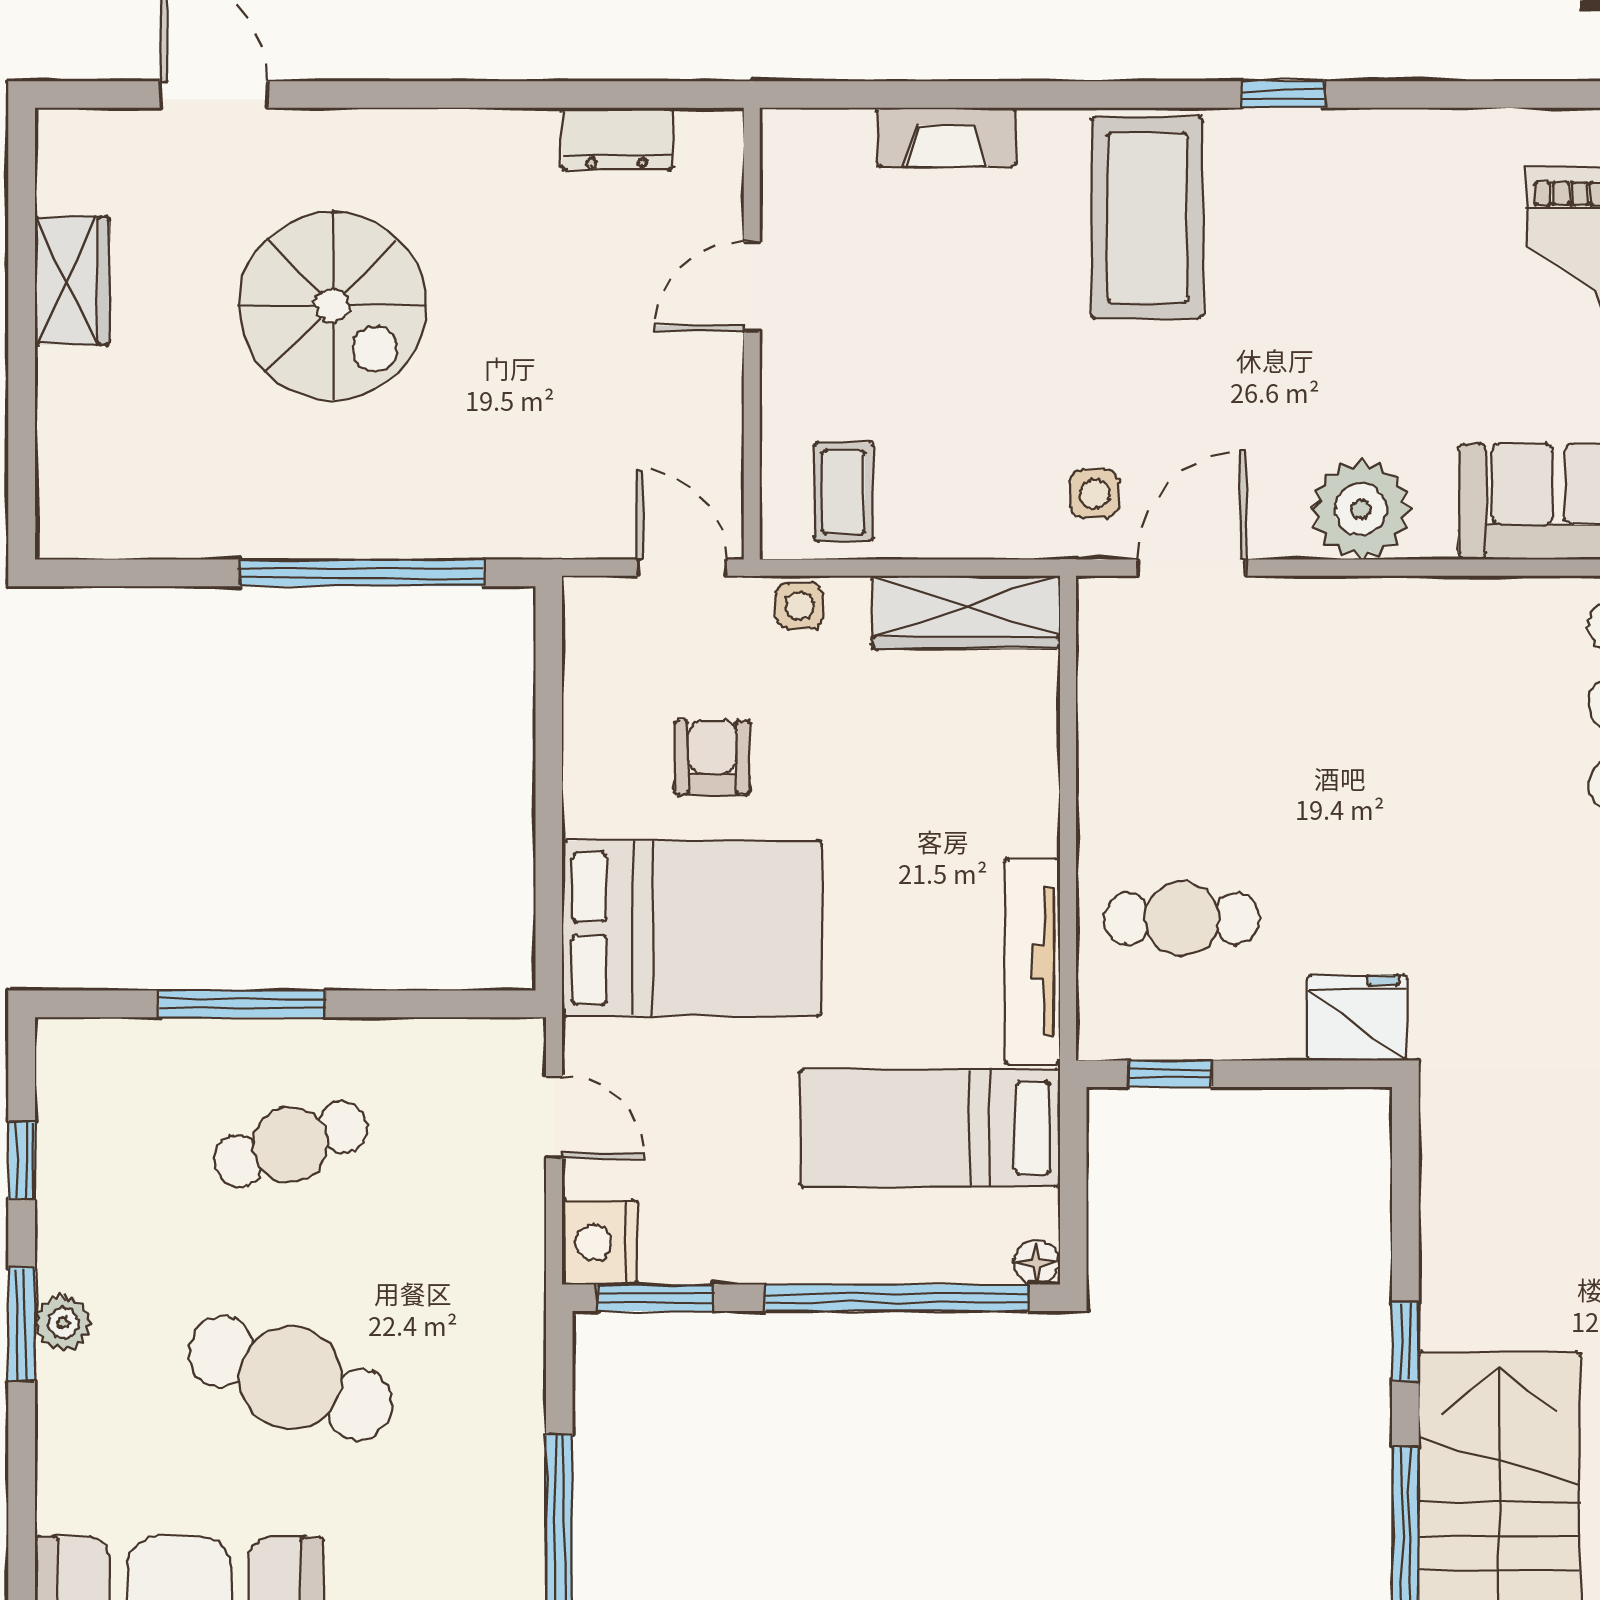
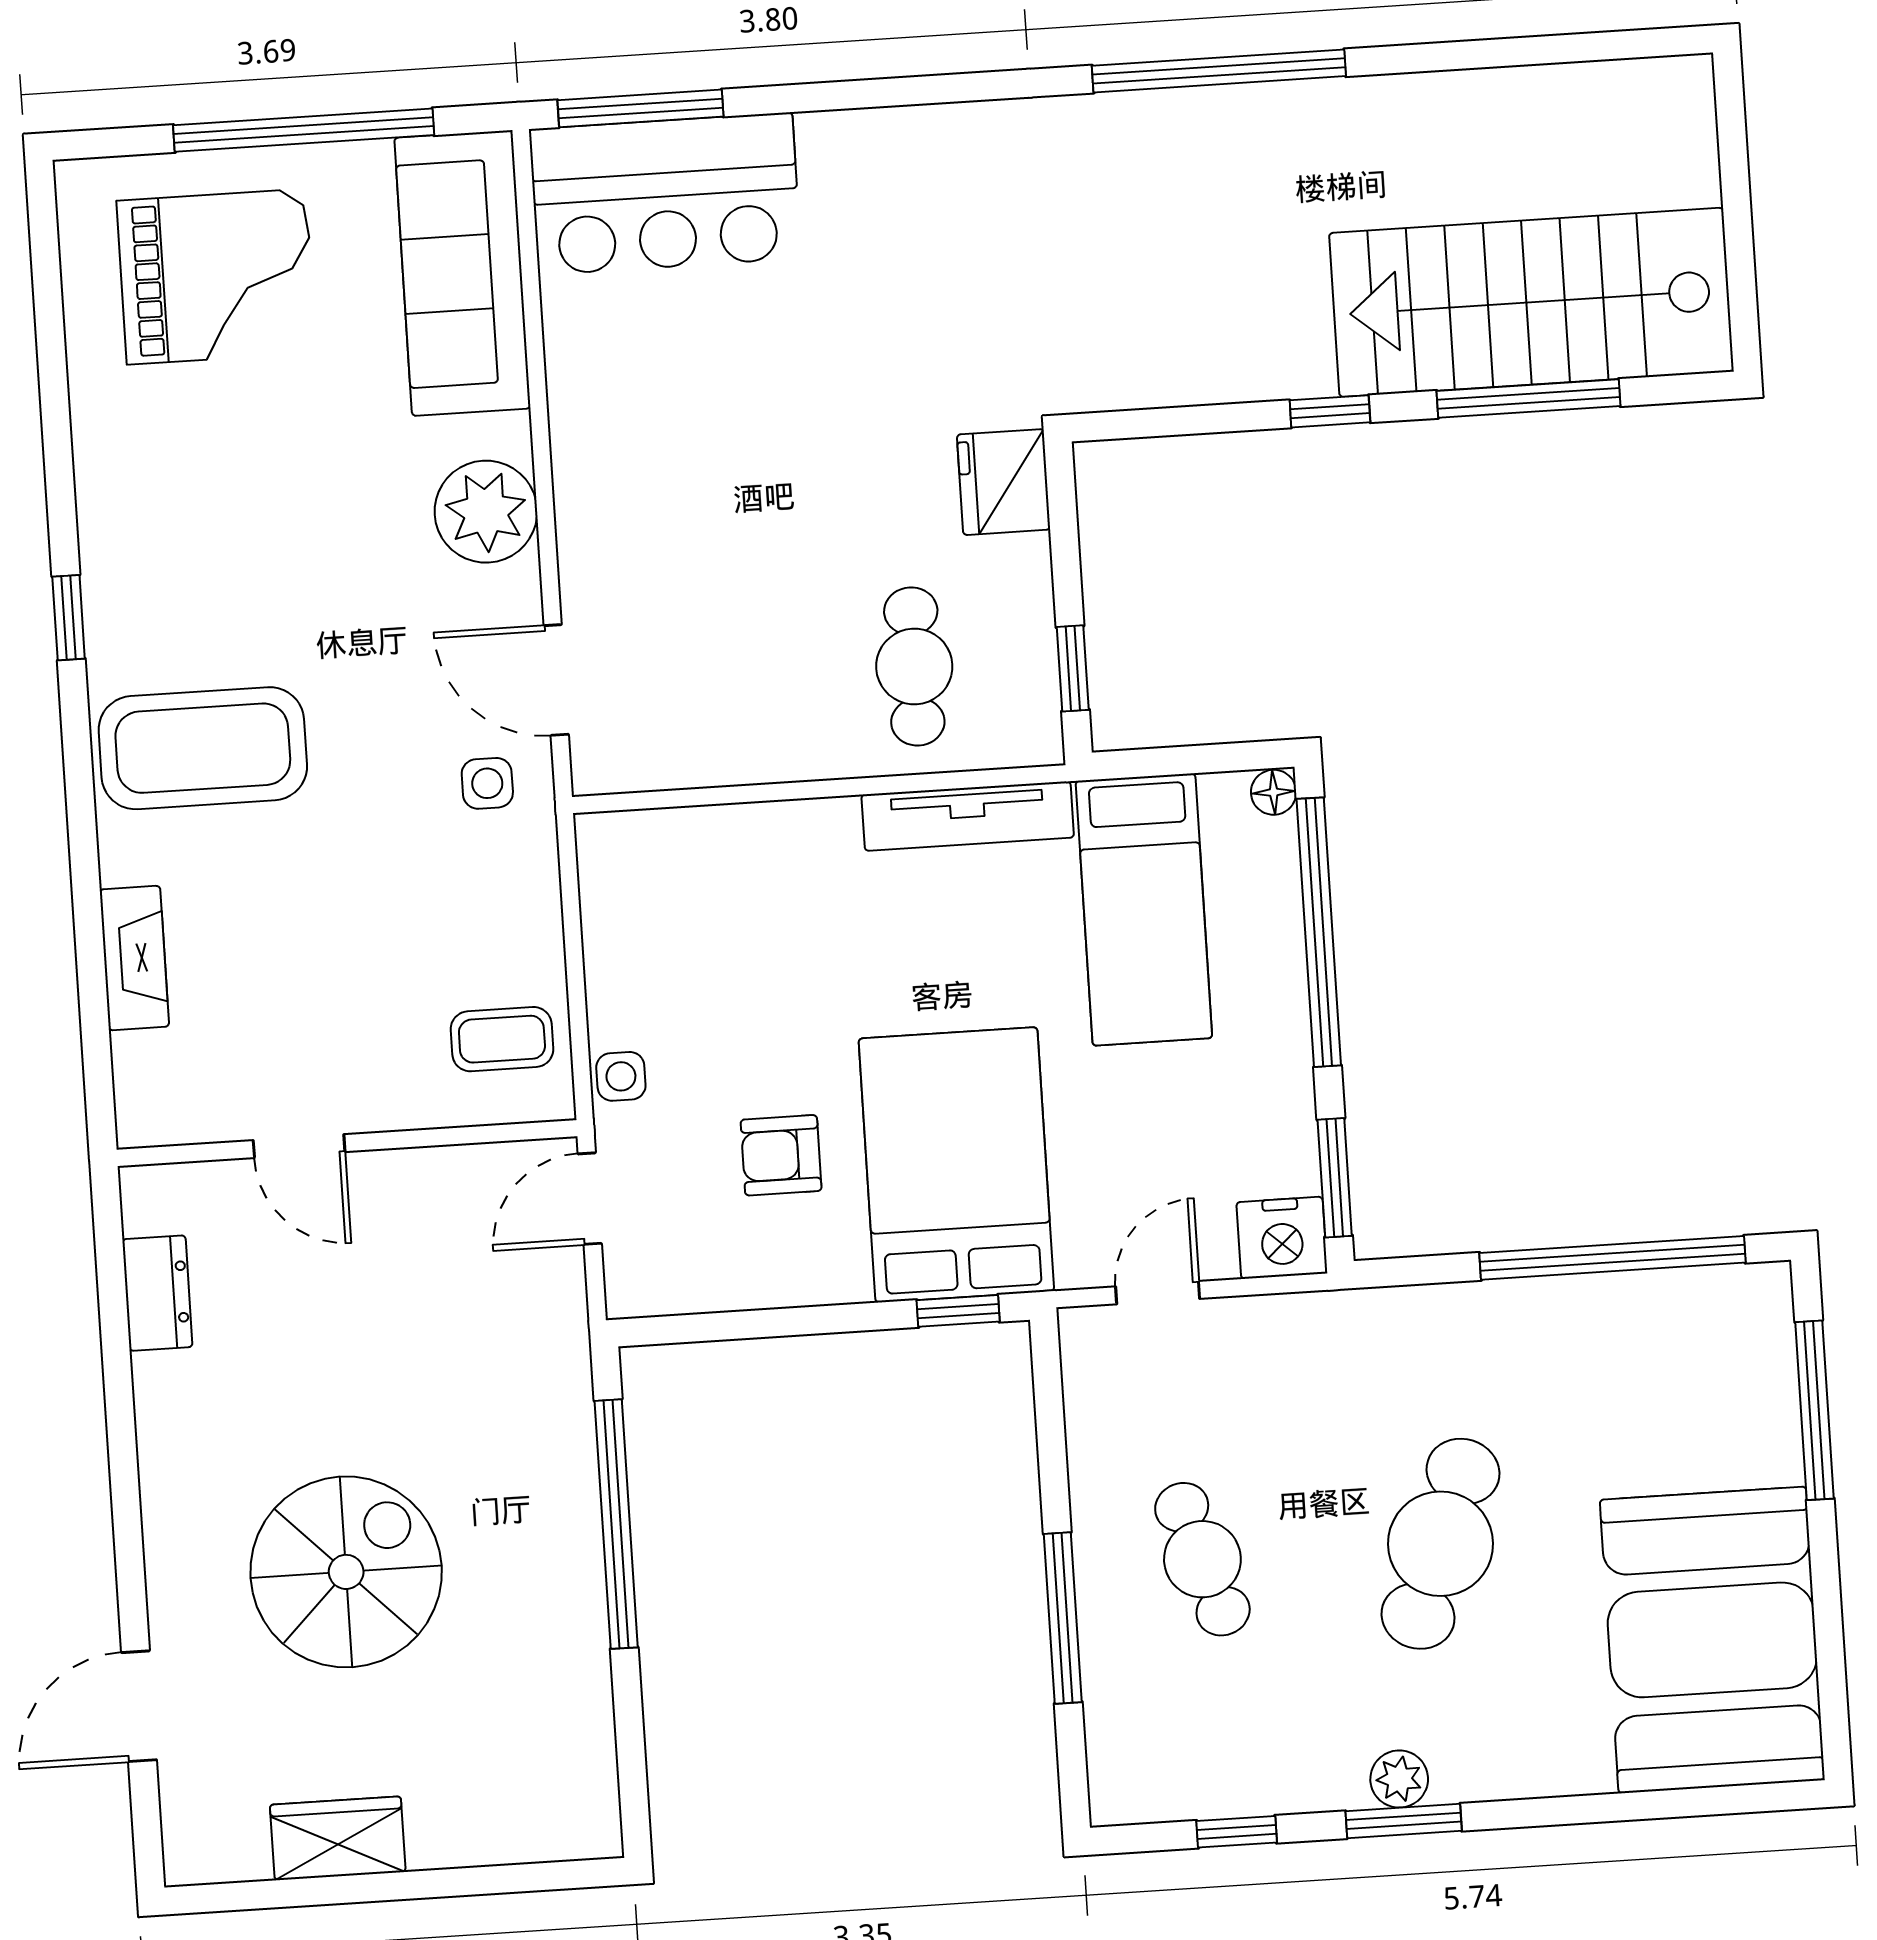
wardrobe: (966, 612) -> (616, 907), removed
window: (549, 921) -> (958, 1311), added

